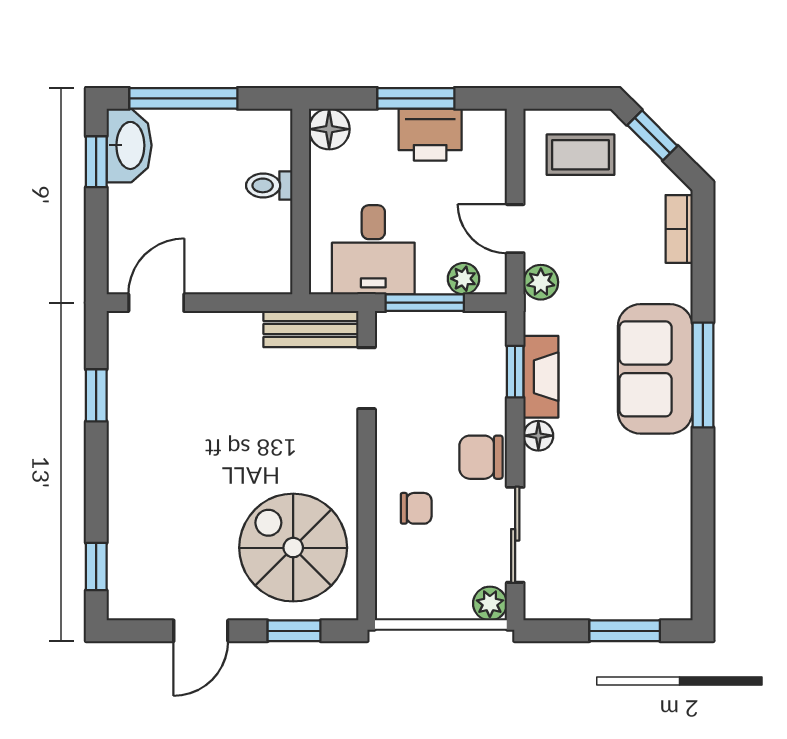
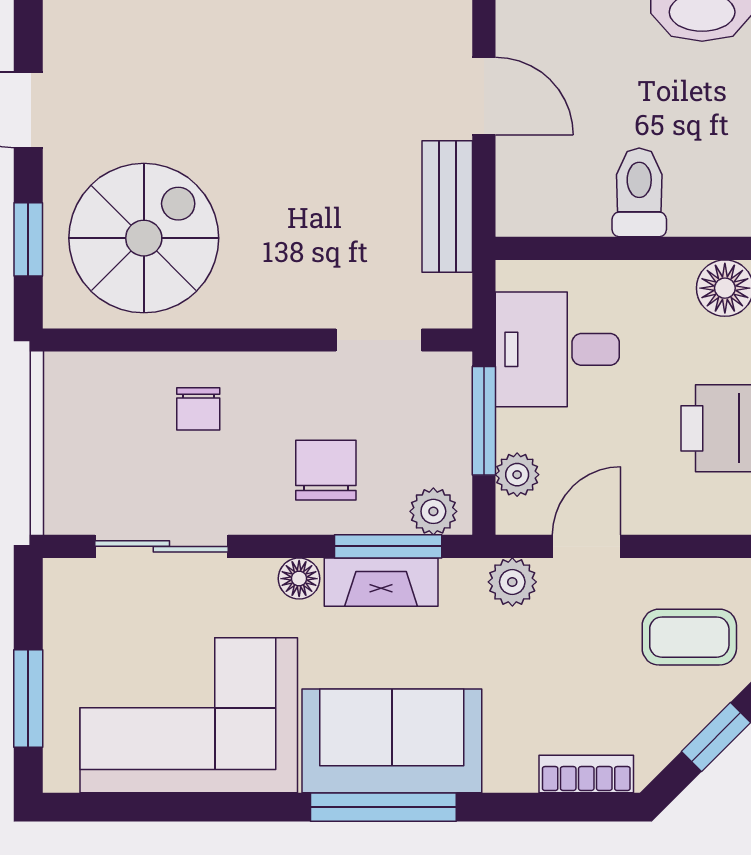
coffee table: (580, 155) -> (689, 637), turned 90
toilet: (269, 185) -> (639, 192), width x1.37, depth x1.39
door: (156, 303) -> (484, 96), moved
bench: (311, 329) -> (447, 206), moved
window: (515, 372) -> (388, 546), width x1.50
chair: (481, 457) -> (326, 470), moved
corner sofa: (637, 515) -> (189, 715), added
plant: (490, 604) -> (433, 511), moved

